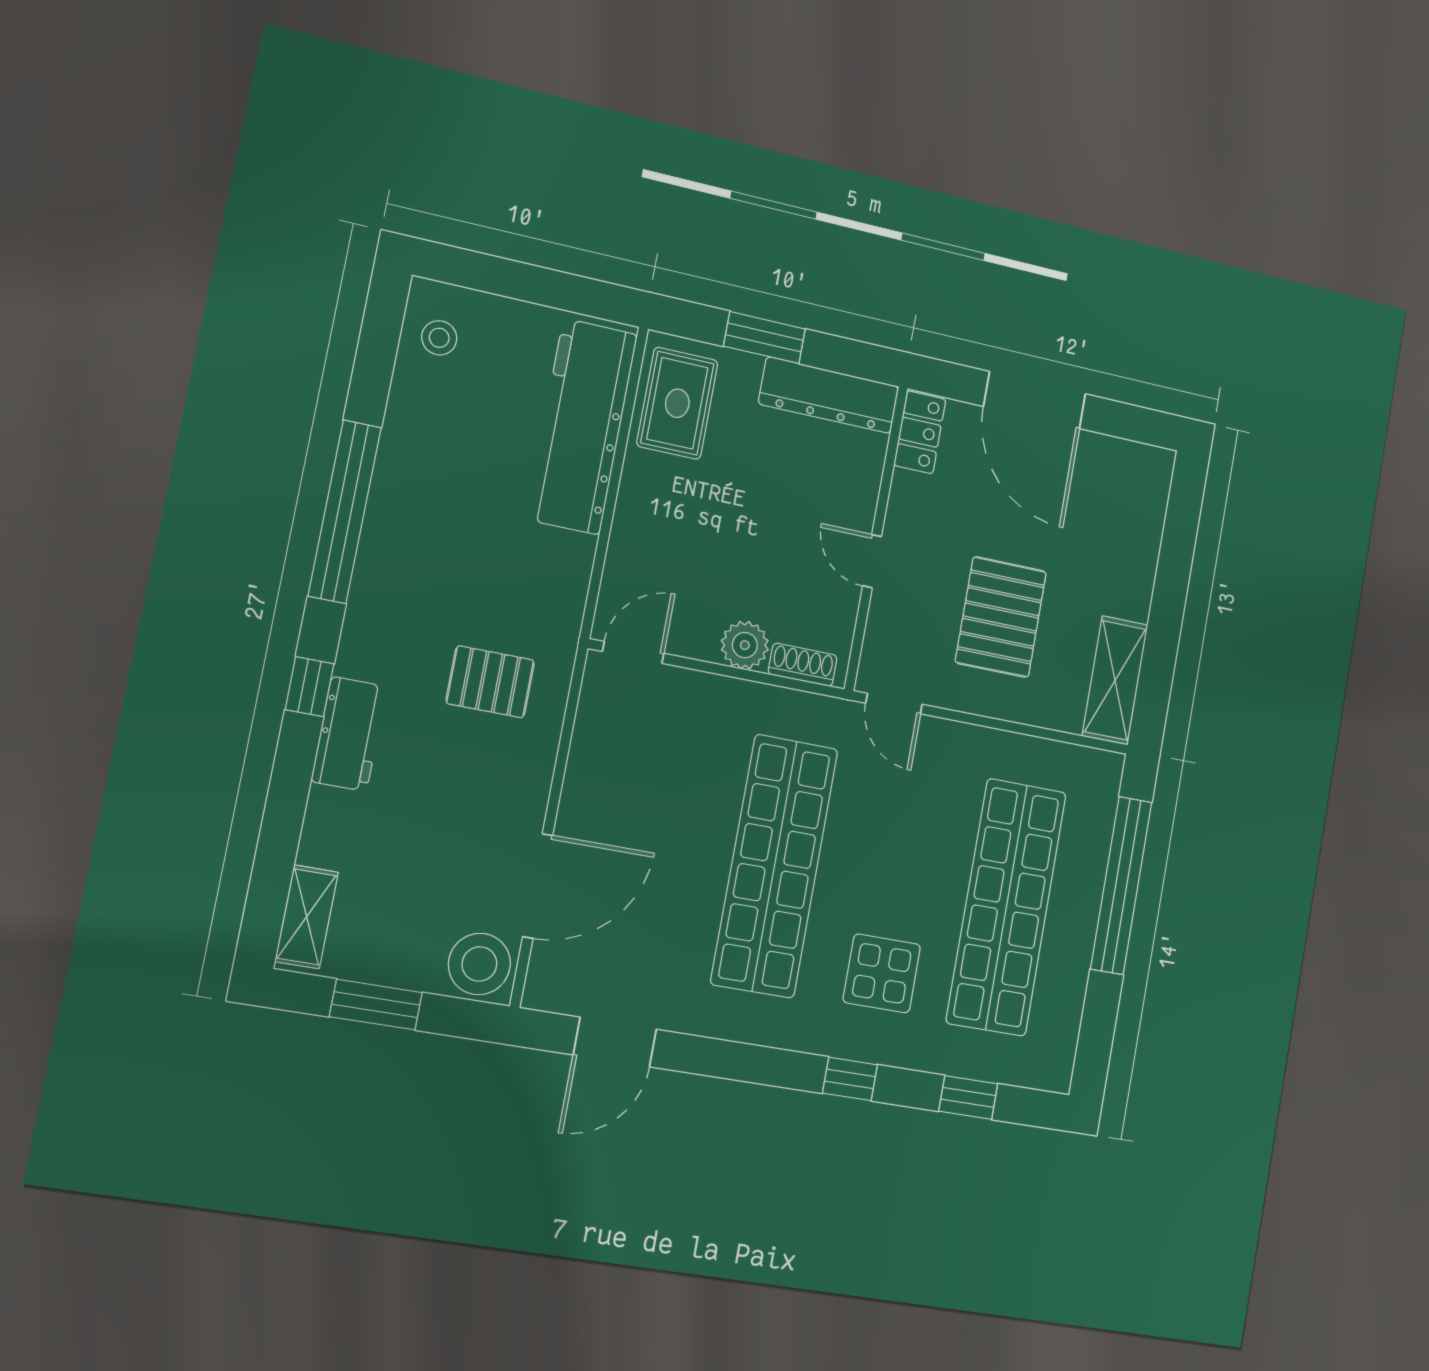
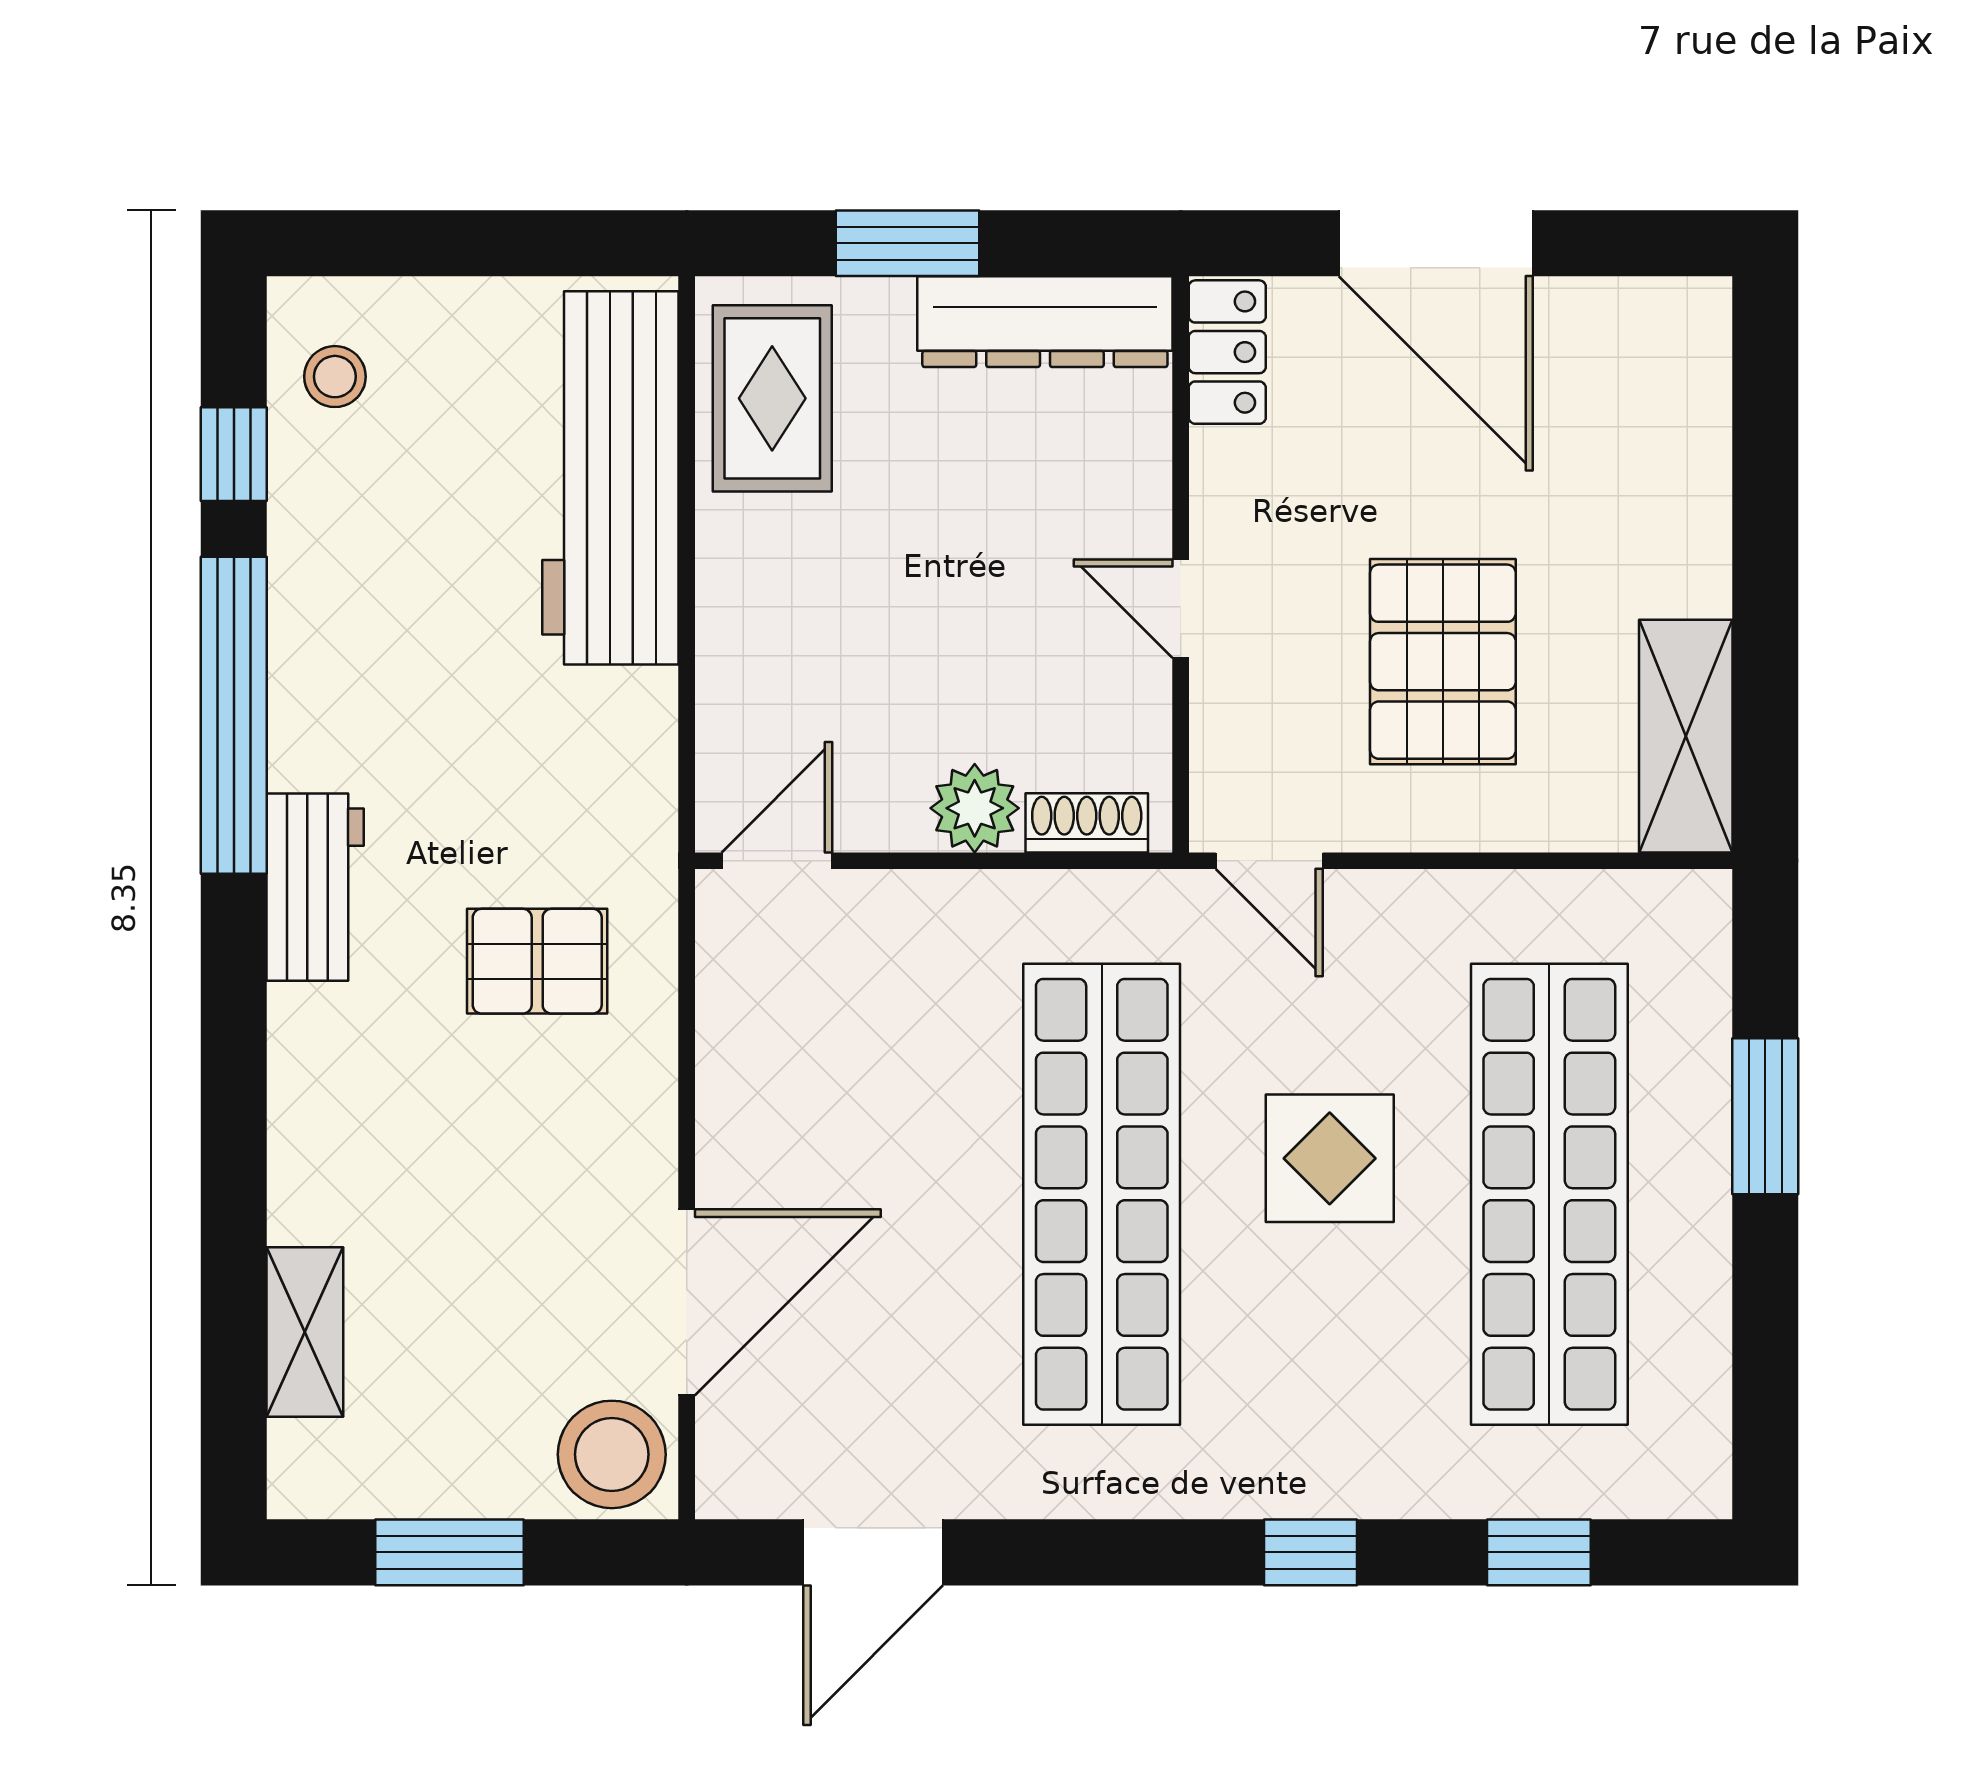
window: (310, 687) -> (234, 454), moved
workbench: (349, 734) -> (315, 887), moved
window: (1121, 885) -> (1765, 1116), width x0.47
shelving: (307, 917) -> (305, 1332), moved
display table: (882, 973) -> (1330, 1158), moved

